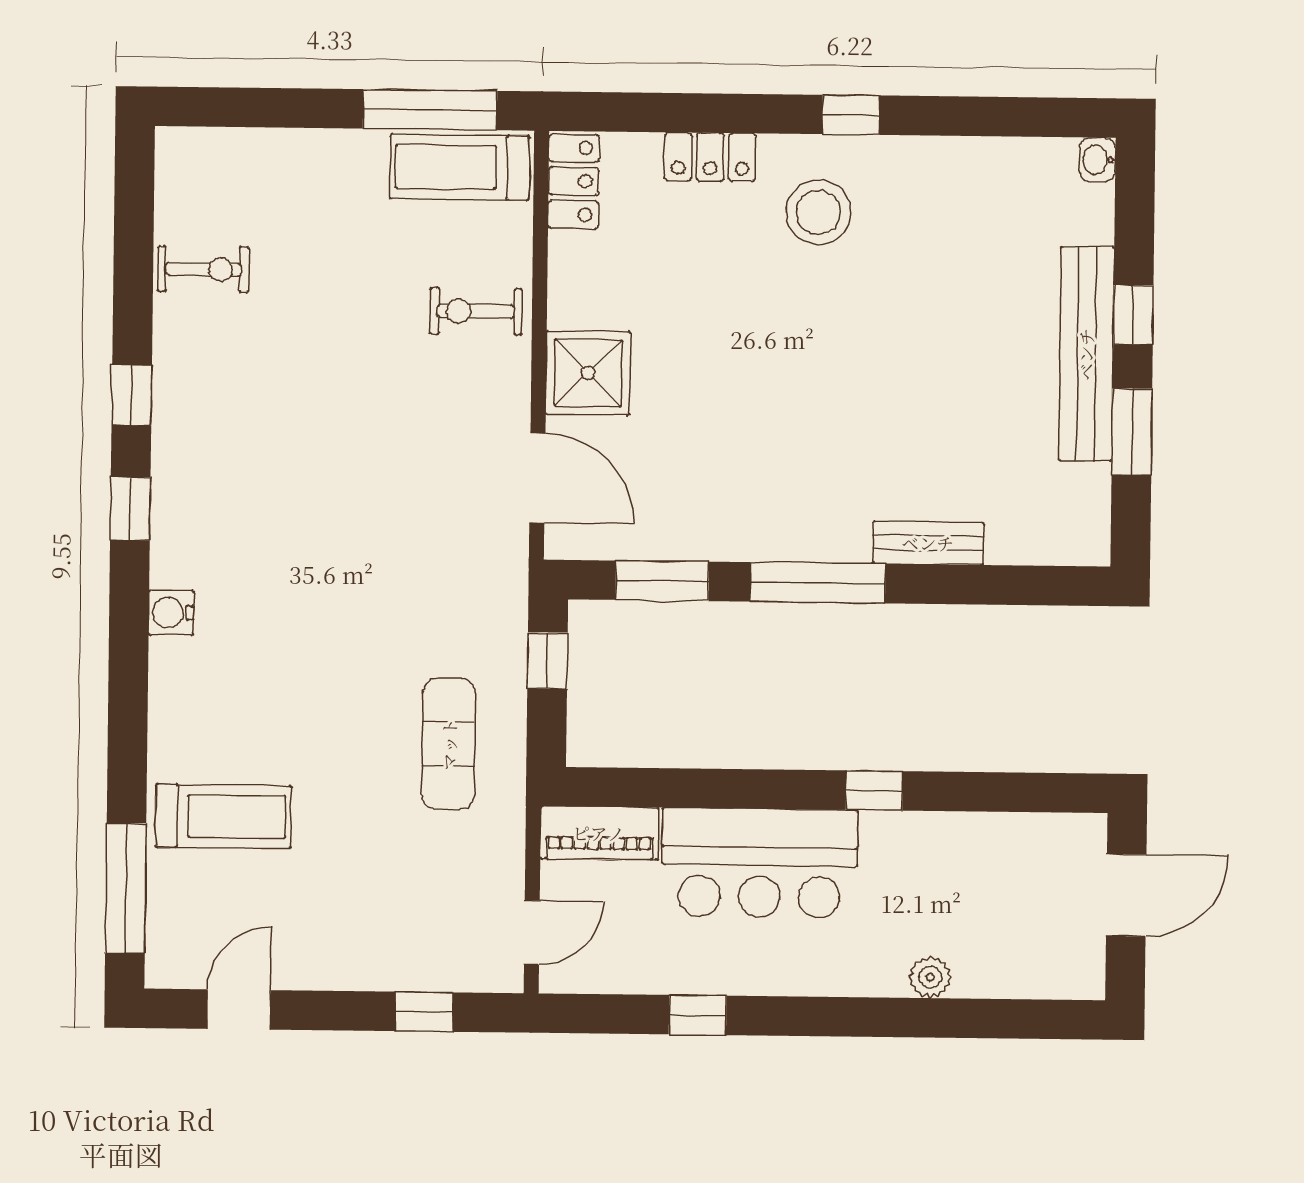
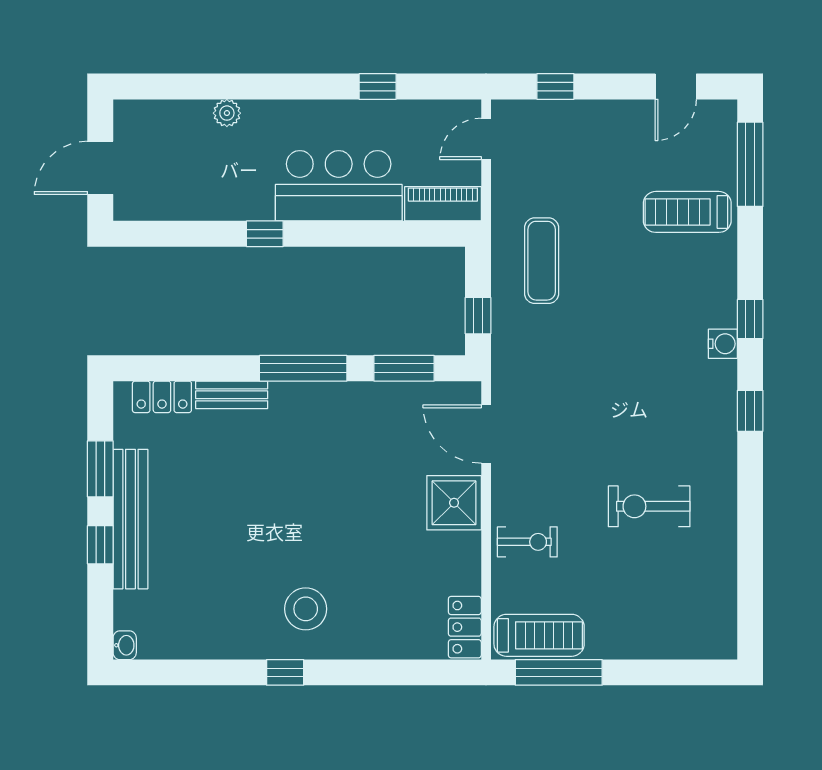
locker: (710, 157) -> (162, 397), moved, turned 180
exercise bike: (203, 269) -> (649, 506), moved, width x1.38, depth x1.39
window: (132, 395) -> (750, 319), moved

